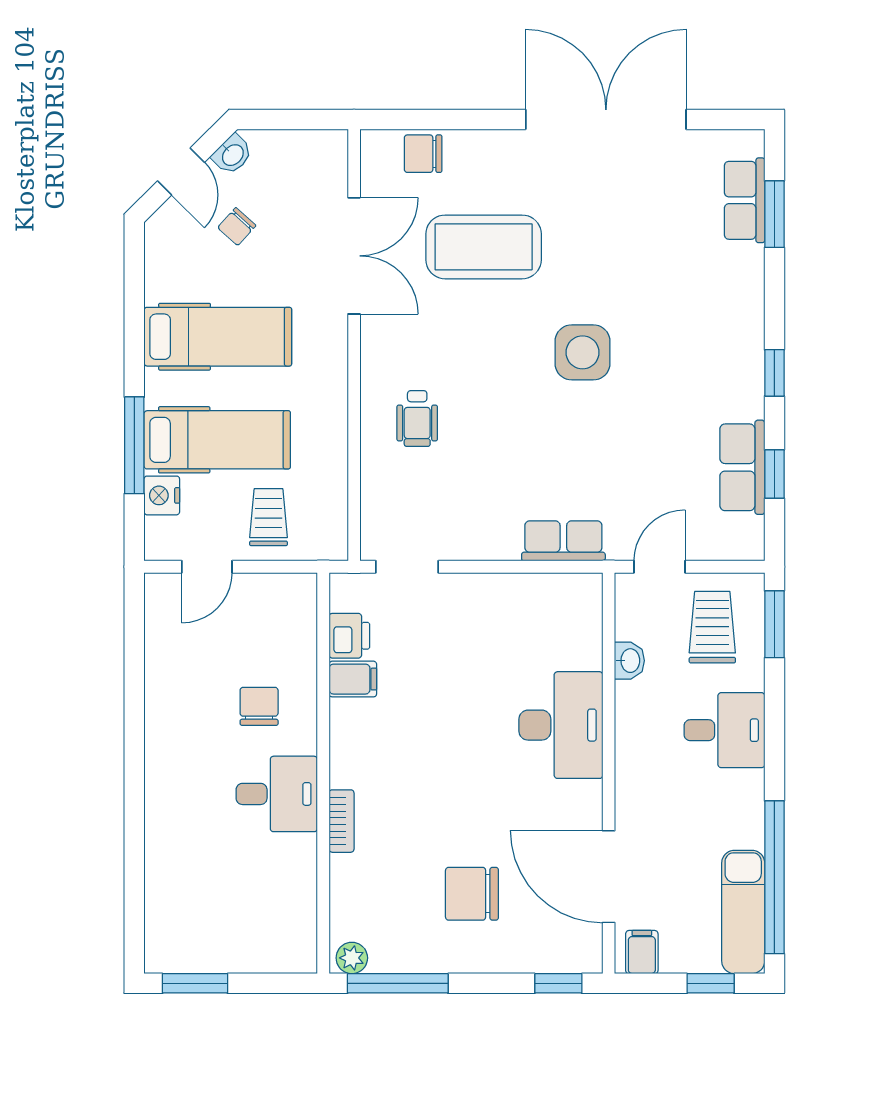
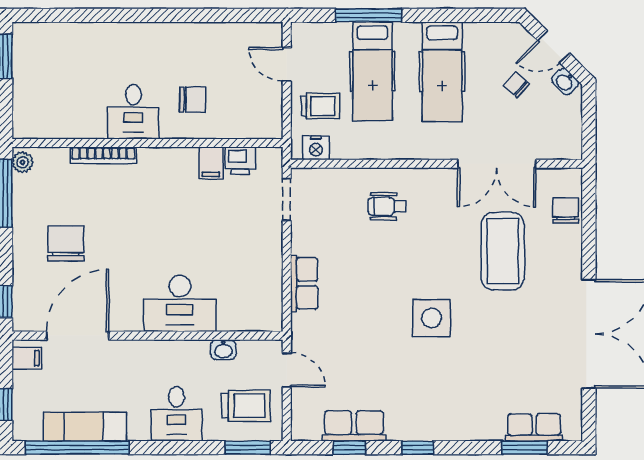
nightstand: (162, 495) -> (316, 148), moved, turned 180
row of seats: (563, 541) -> (304, 283), moved
bookcase: (342, 821) -> (103, 155), width x1.56
exam couch: (743, 912) -> (85, 427), moved

